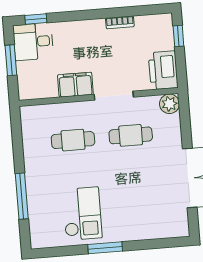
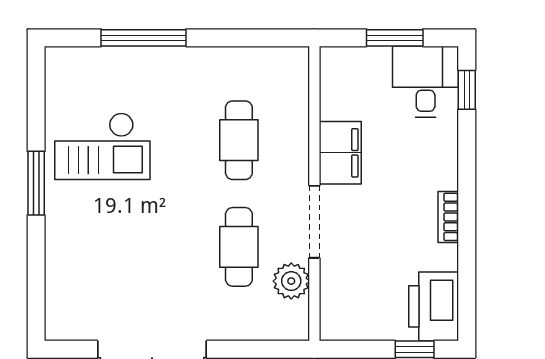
bookcase: (120, 22) -> (448, 217), moved
printer: (163, 70) -> (434, 306), moved, turned -90
plant: (169, 104) -> (291, 281), moved

